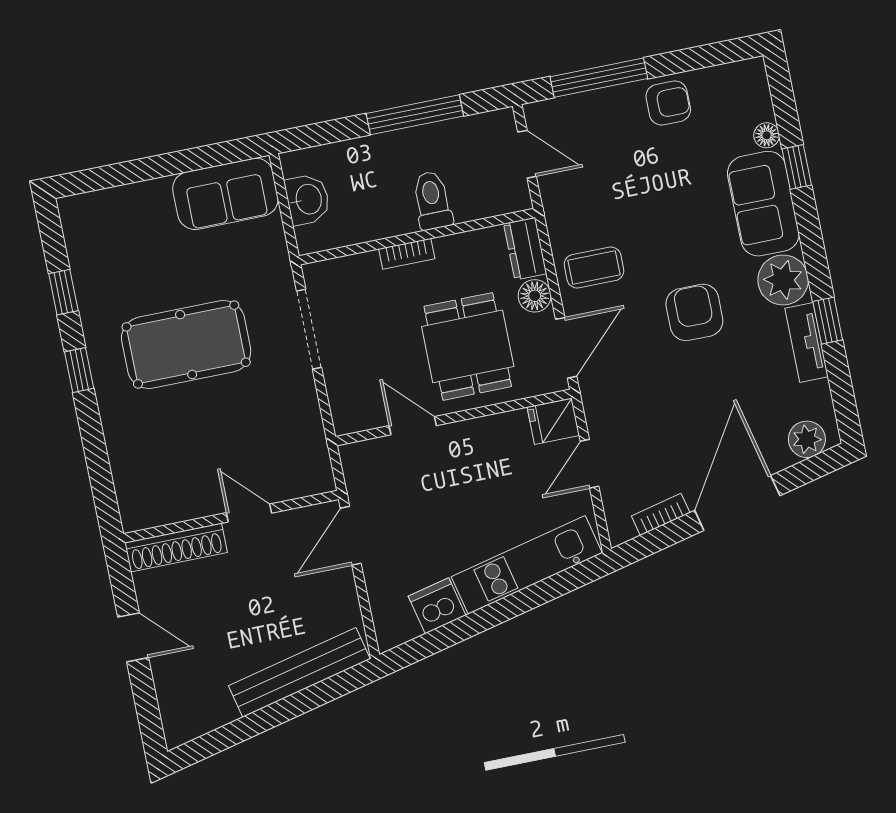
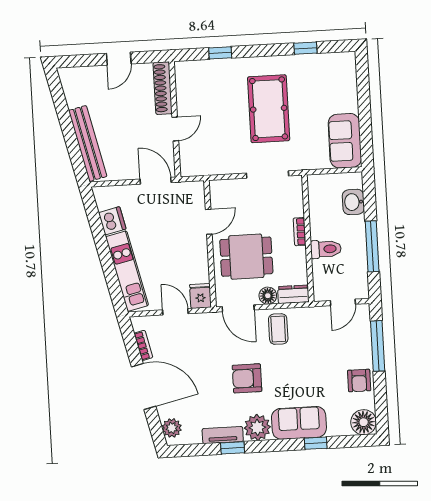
floor lamp: (767, 135) -> (364, 422), moved, width x1.89, depth x1.89
washbasin: (308, 199) -> (353, 202), moved, turned 90
armchair: (694, 312) -> (247, 378), turned 180
window: (79, 370) -> (220, 53), moved

